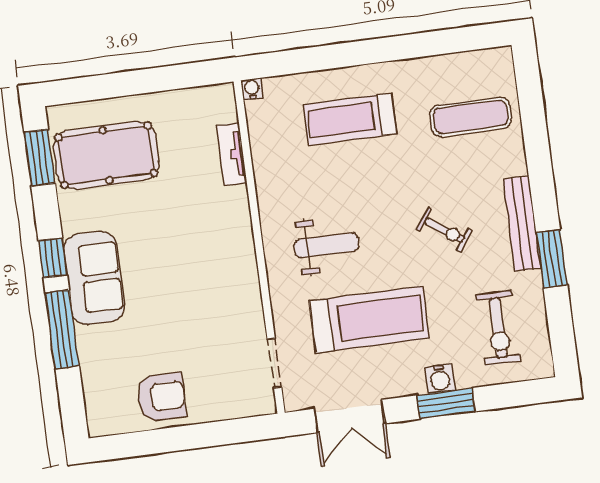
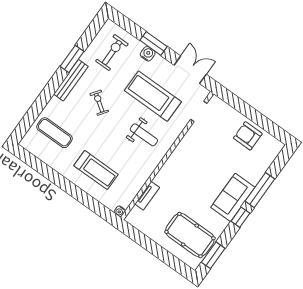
weight bench: (326, 245) -> (144, 135), turned 180

